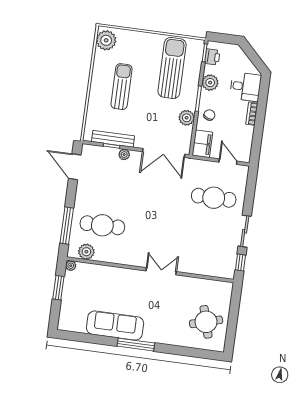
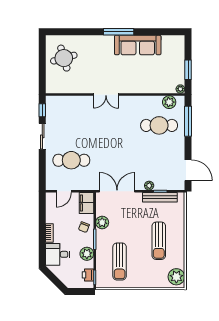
sun lounger: (172, 68) -> (120, 261), width x0.73, depth x0.75
door: (228, 162) -> (64, 191), hinge flipped

